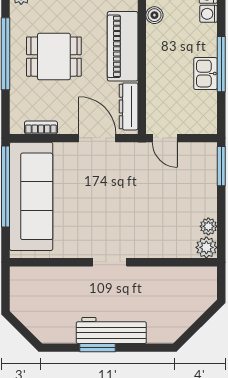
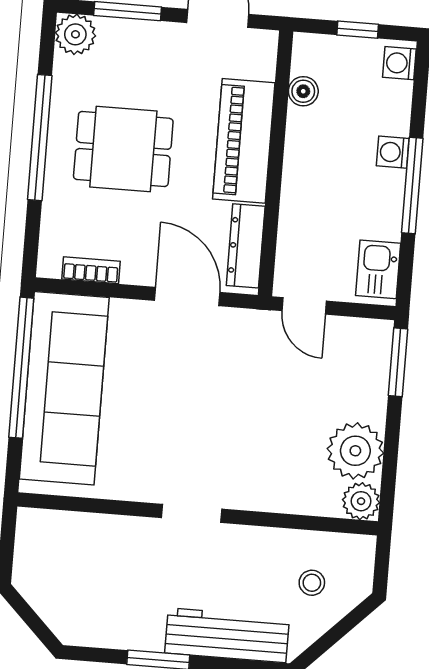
washing machine: (208, 14) -> (393, 152), moved
kitchen sink: (205, 74) -> (378, 269), moved
plant: (208, 226) -> (355, 451), width x1.88, depth x1.88
stool: (182, 296) -> (312, 583), added
workbench: (111, 330) -> (227, 635), moved

